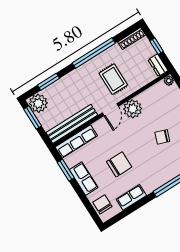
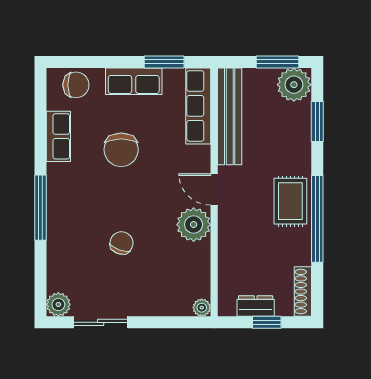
dresser: (158, 65) -> (256, 306), moved
rug: (113, 79) -> (290, 201), moved, turned 90

